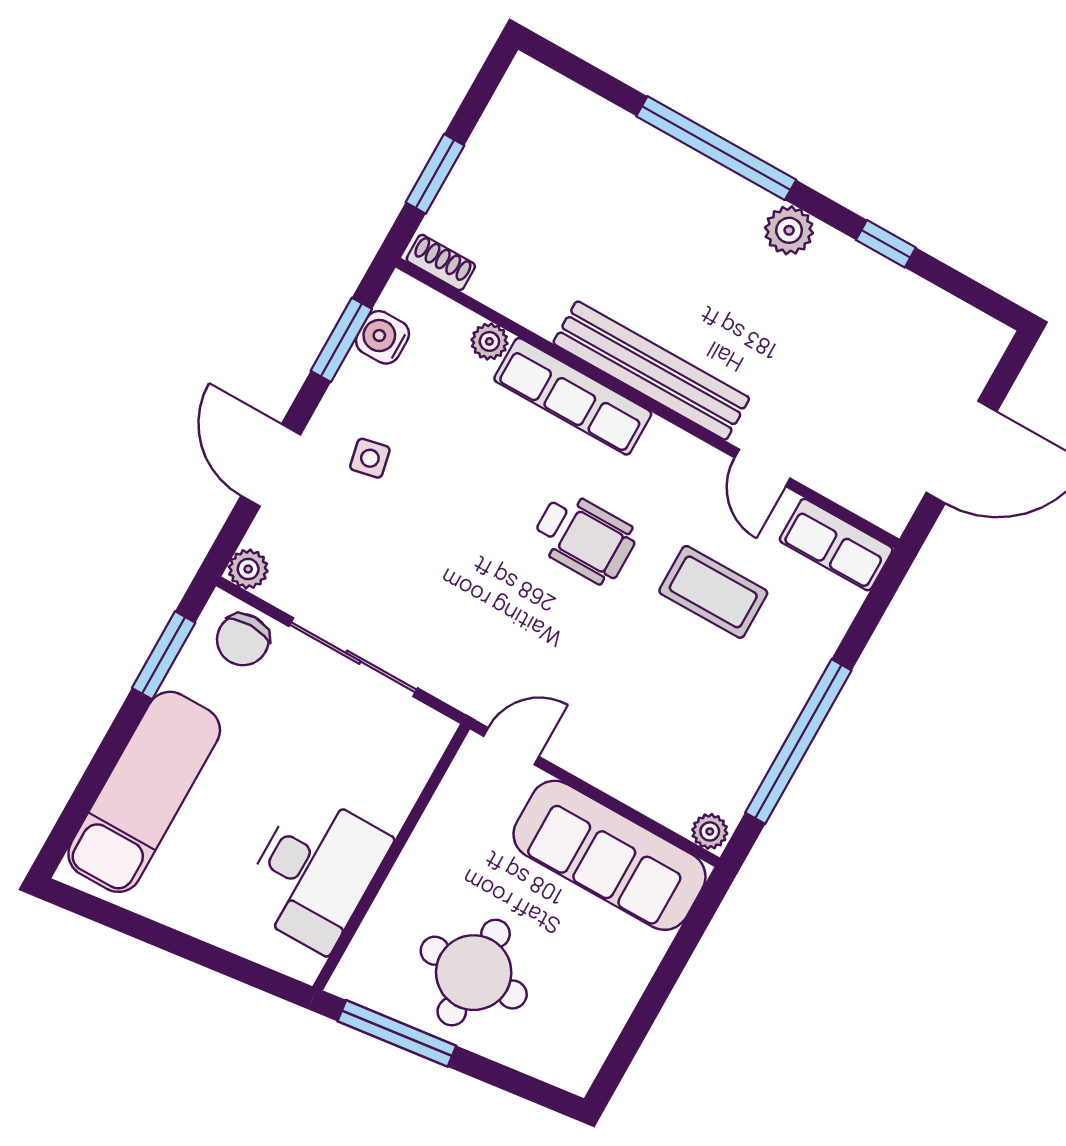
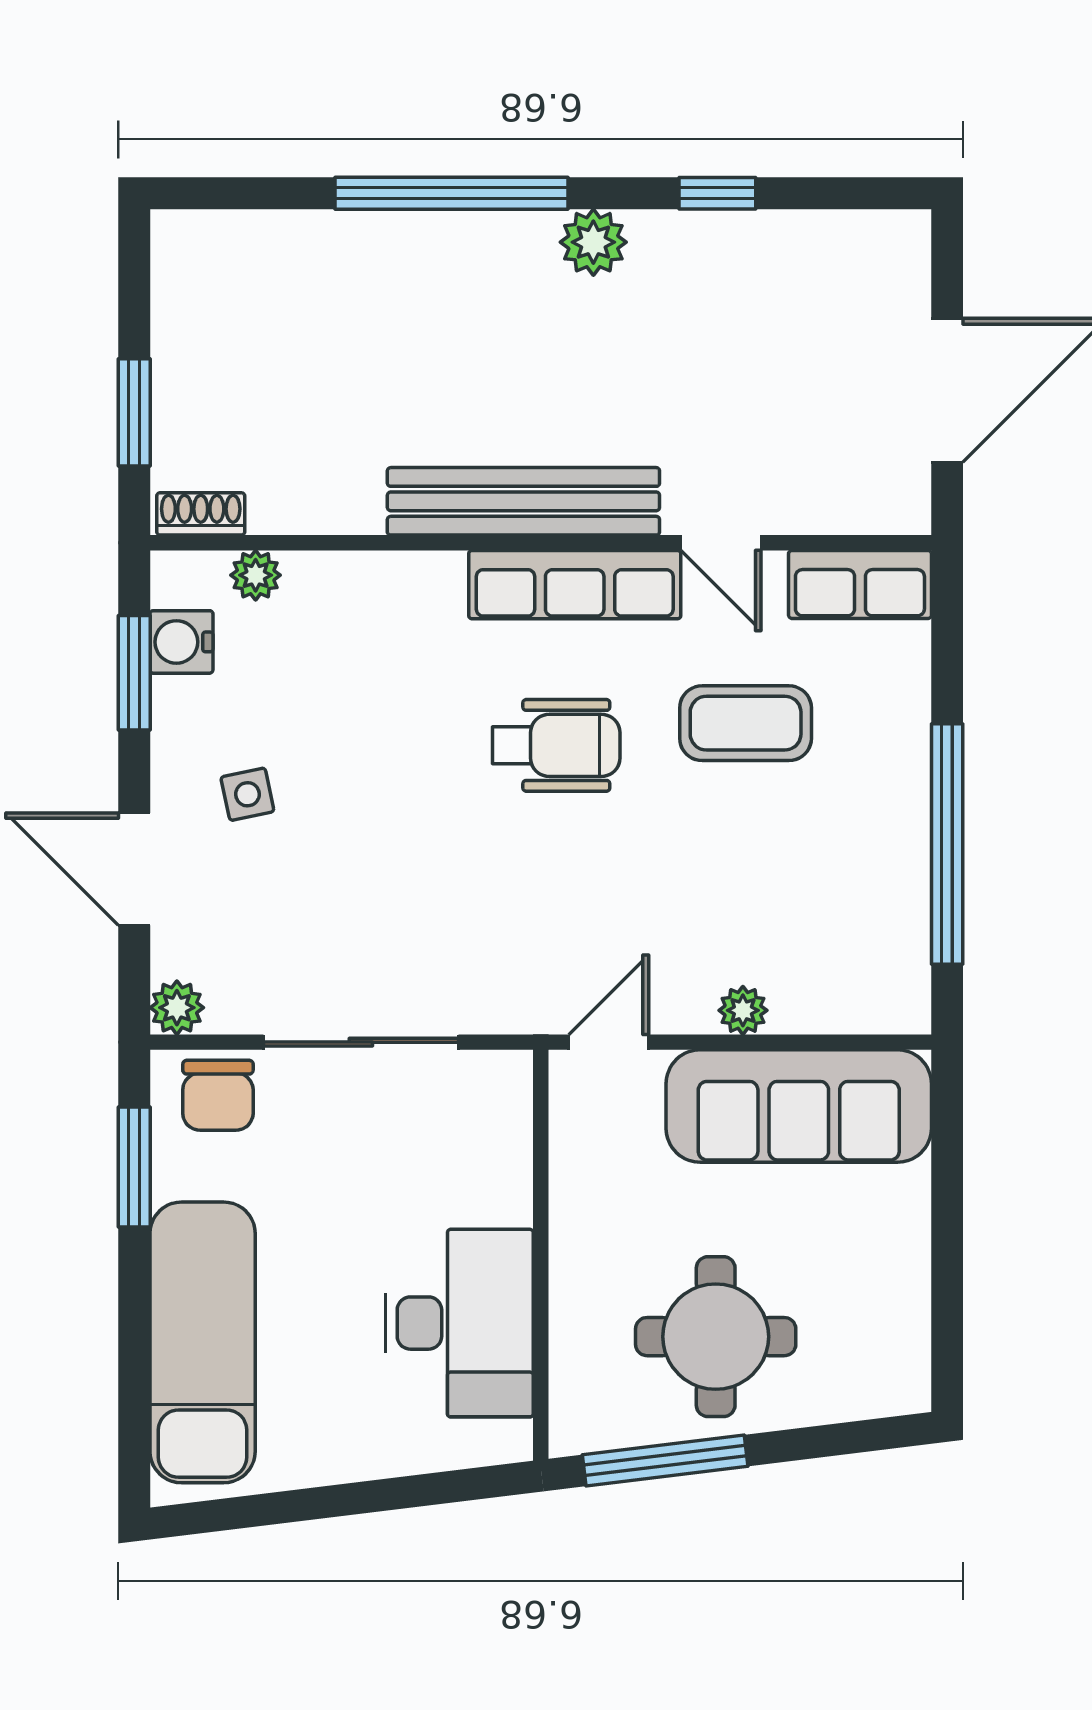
plant: (489, 341) -> (256, 575), moved
row of seats: (573, 396) -> (575, 585), moved
plant: (710, 831) -> (743, 1010), moved

